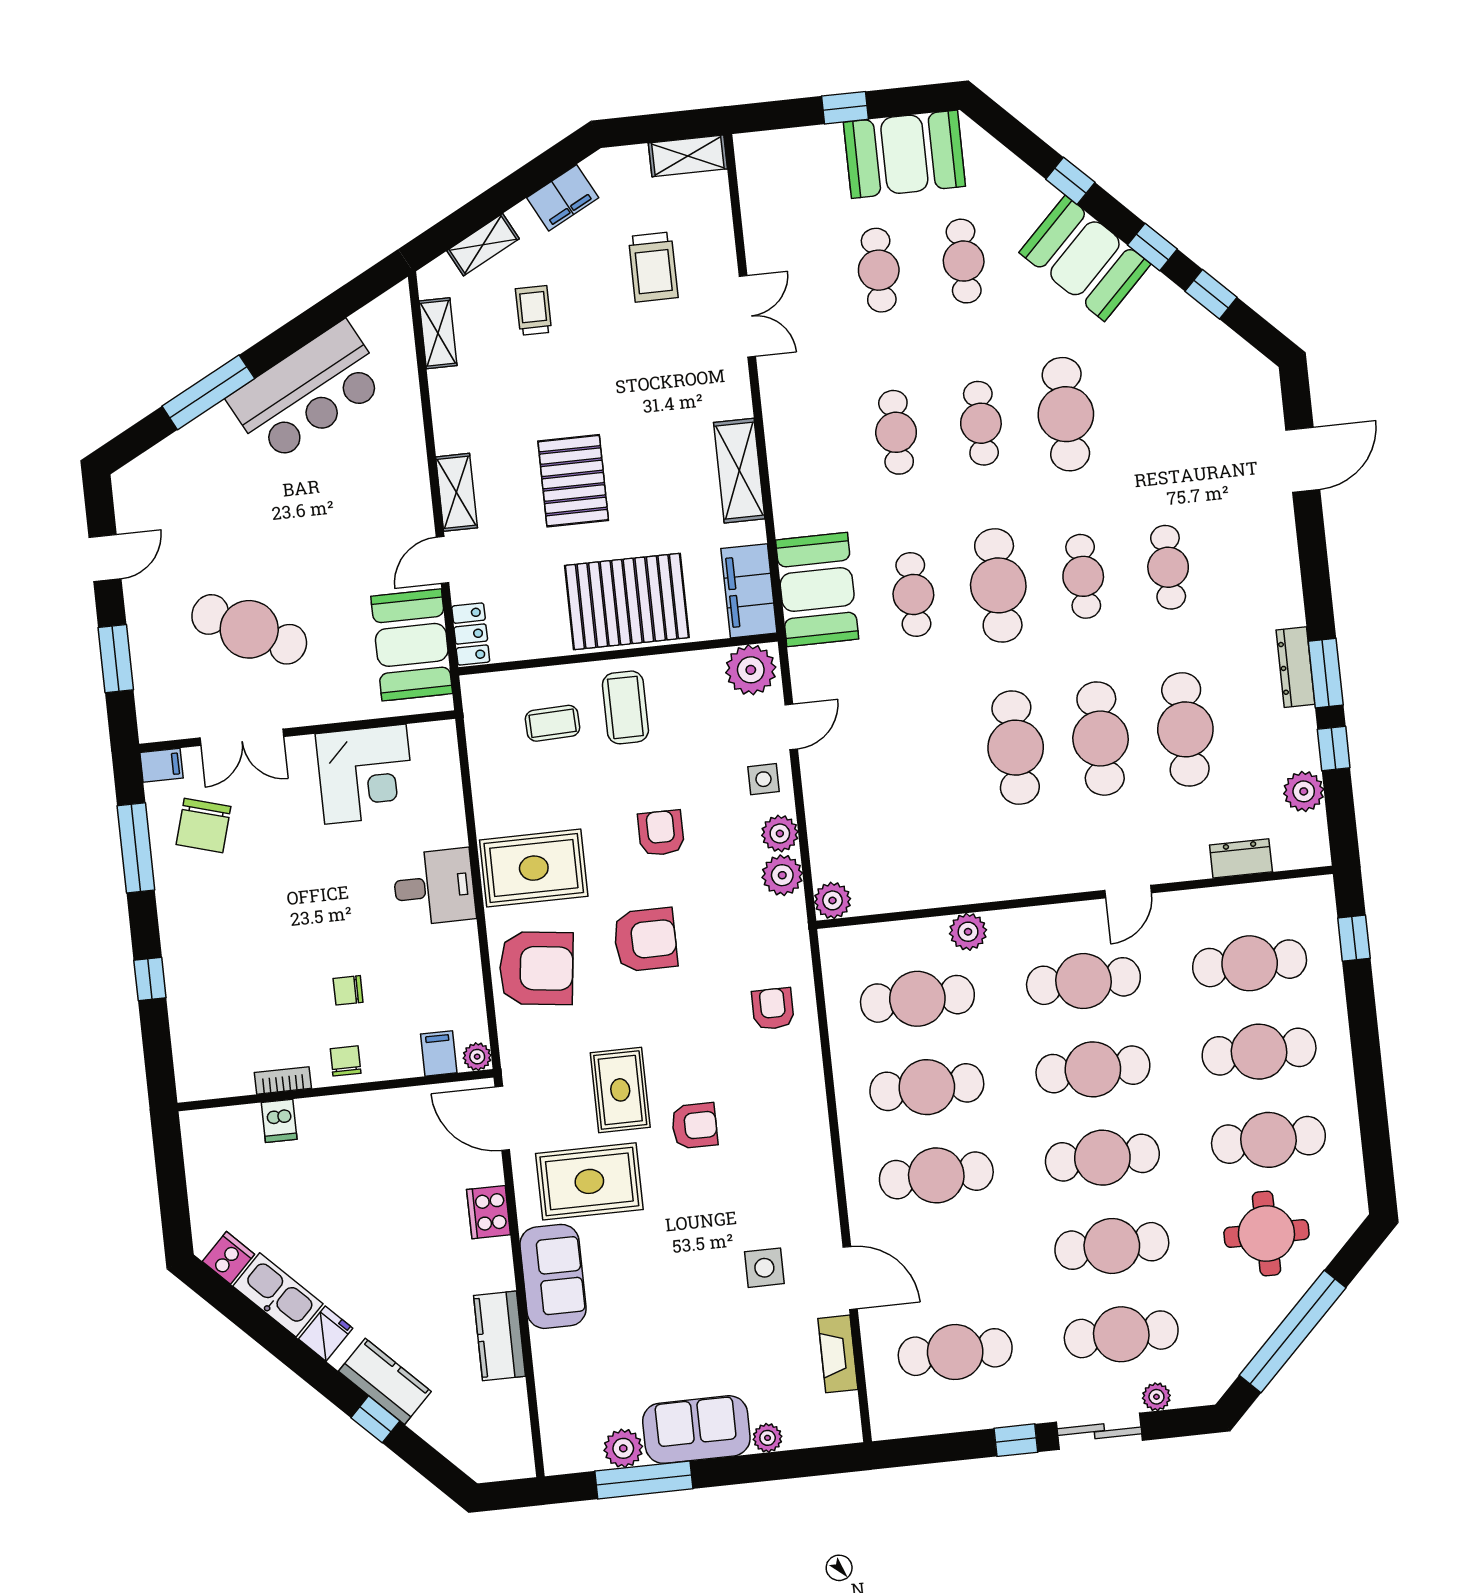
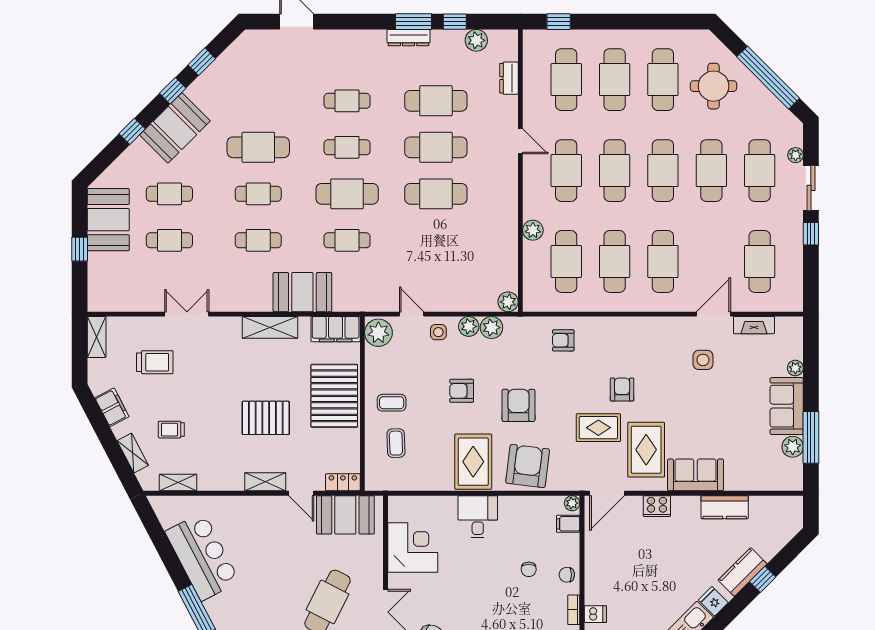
booth: (817, 590) -> (302, 292), moved
coffee table: (625, 707) -> (392, 403), width x0.73, depth x0.77

